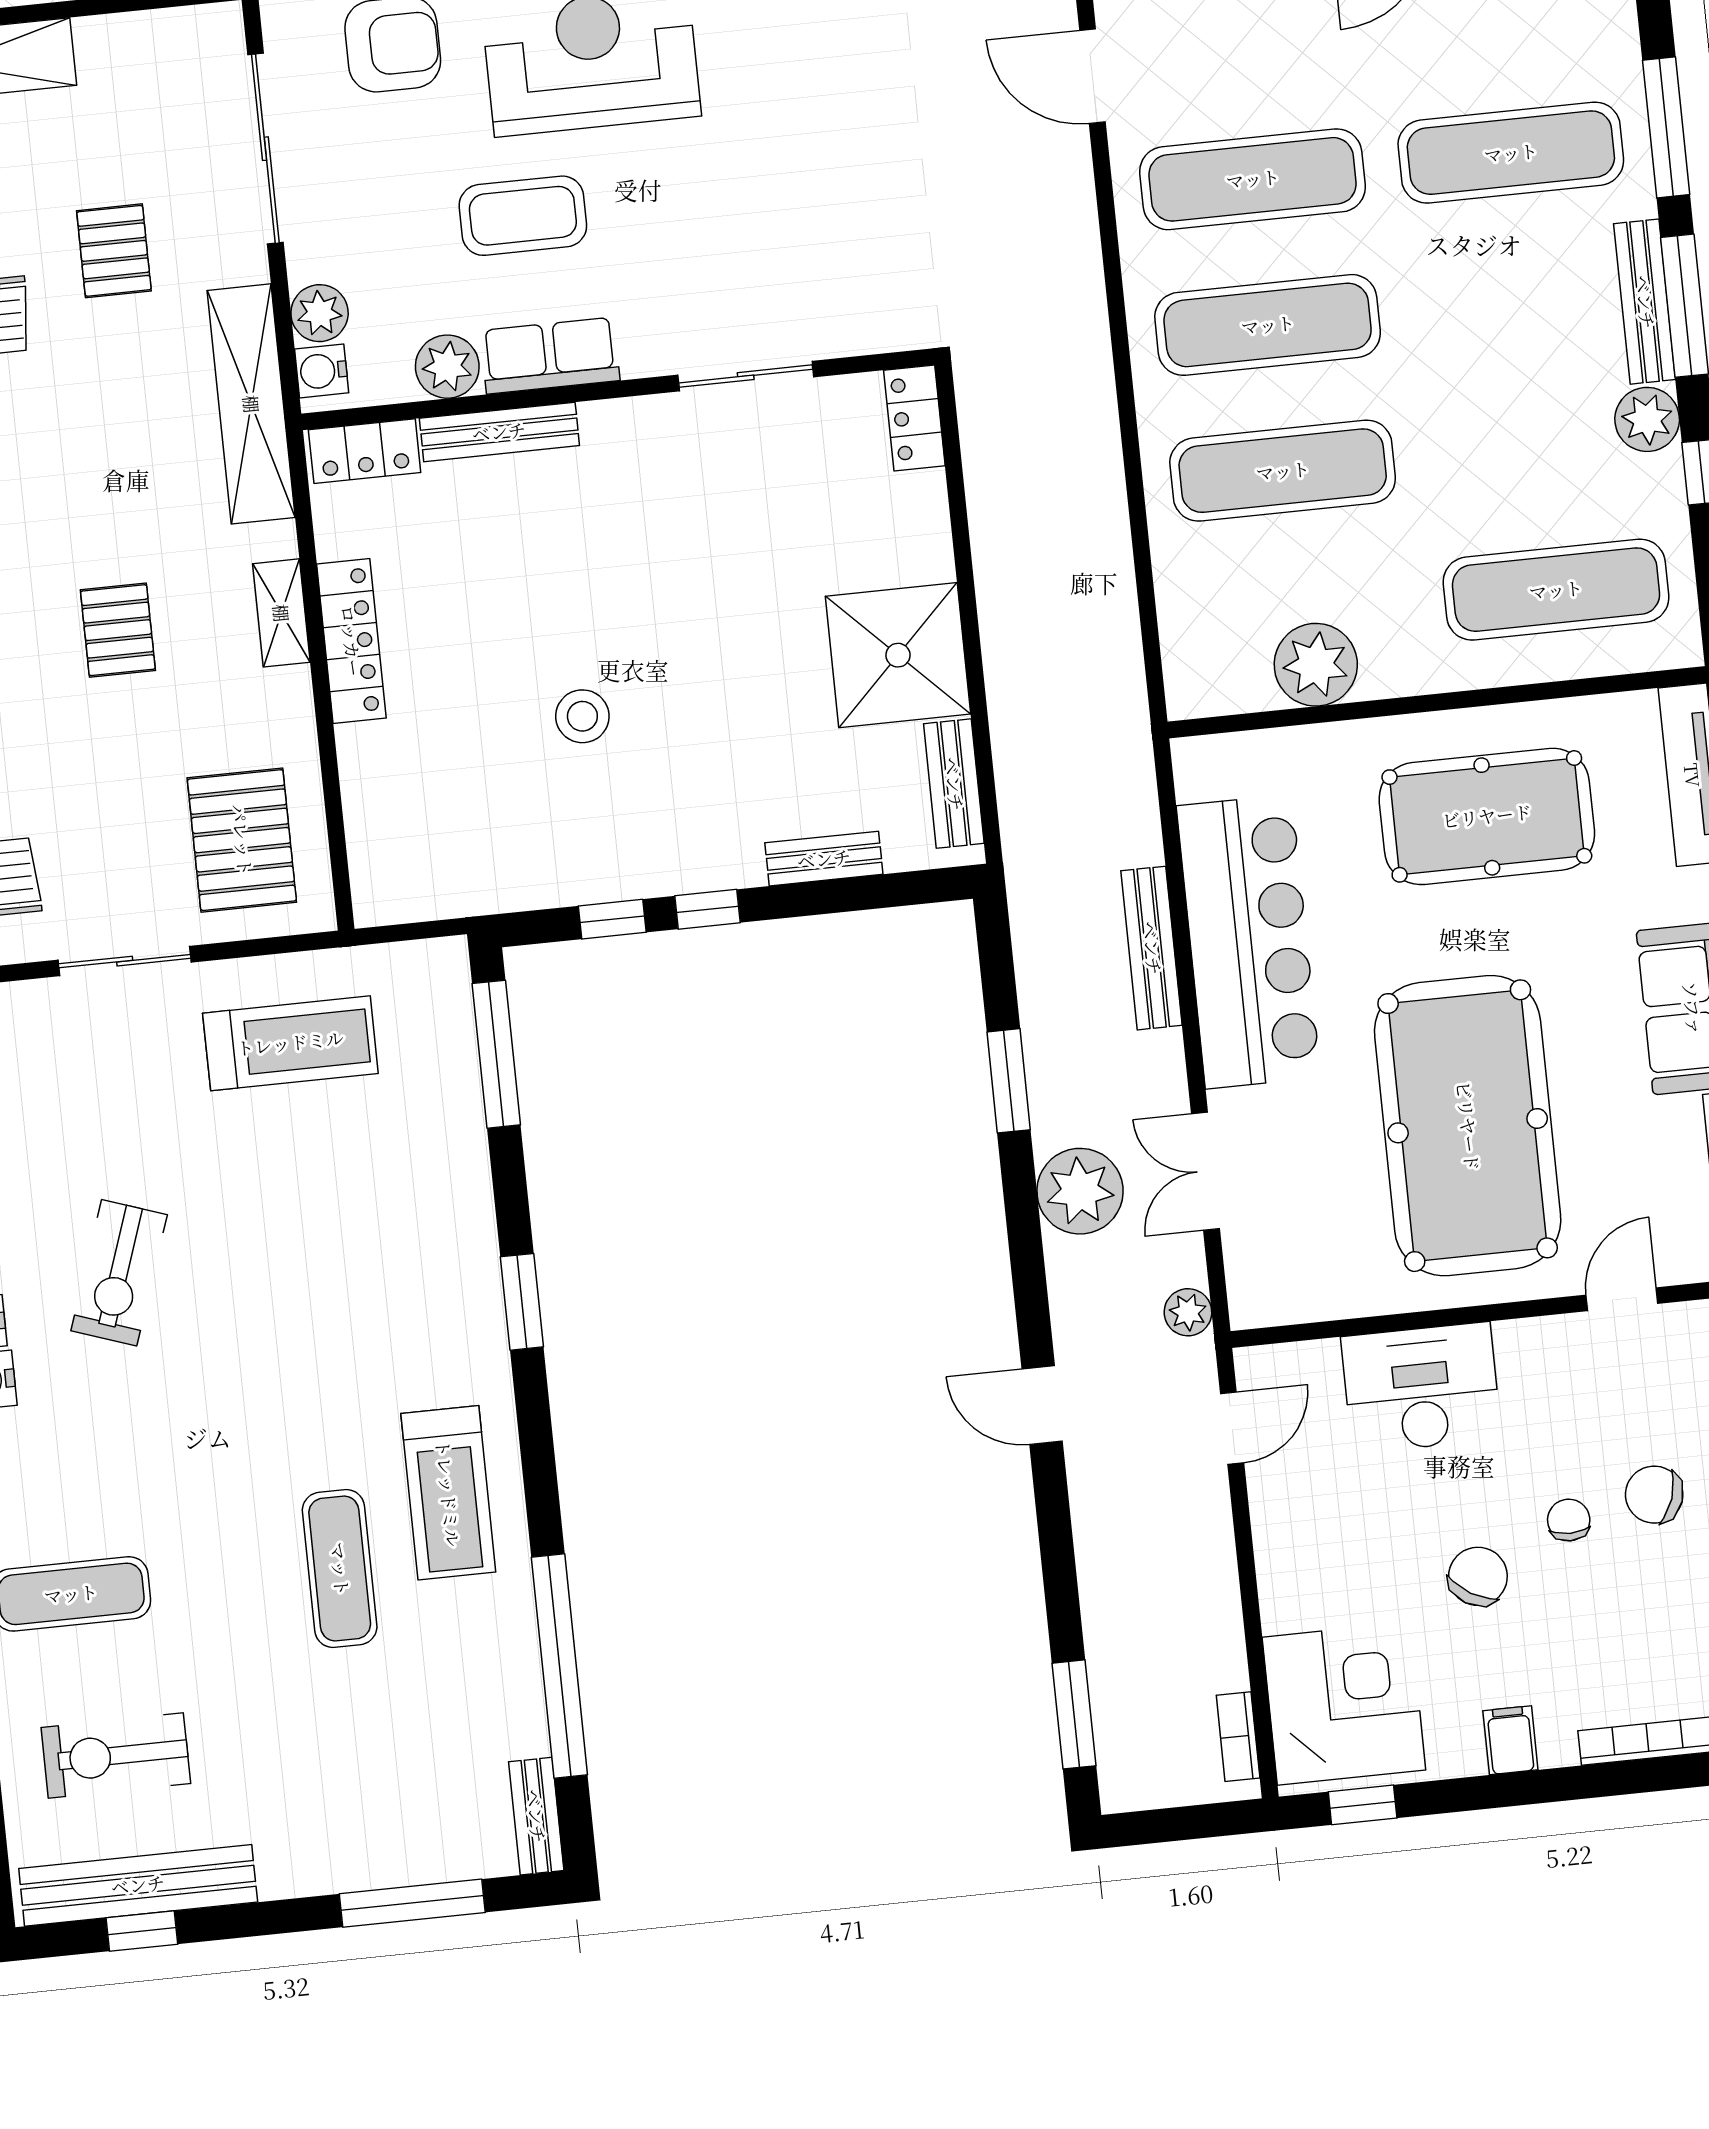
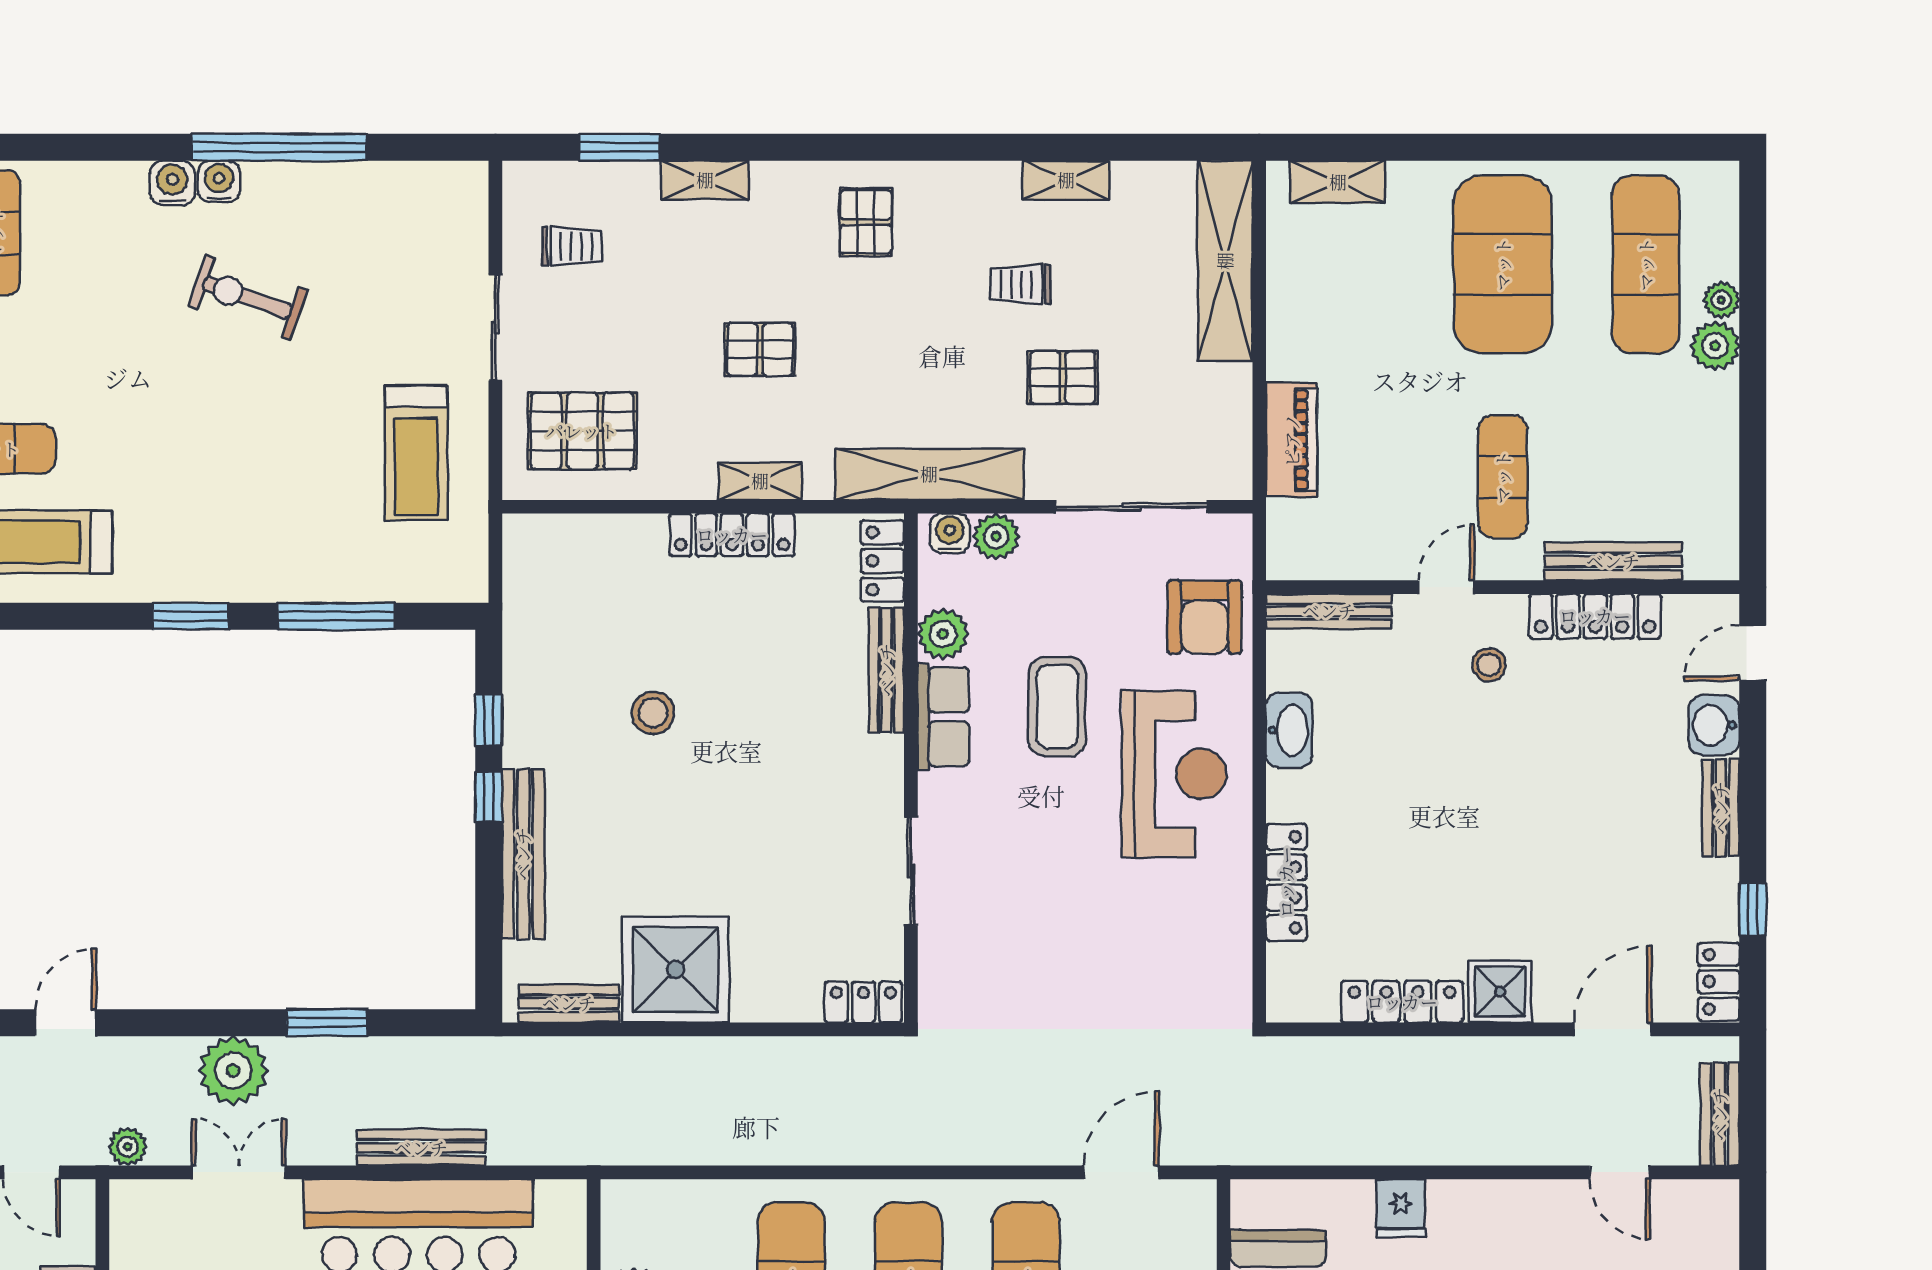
bench: (824, 859) -> (523, 854), width x1.86, depth x1.21
window: (496, 1054) -> (336, 616), moved

